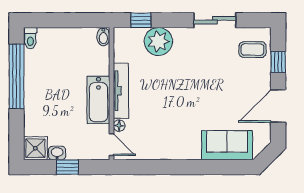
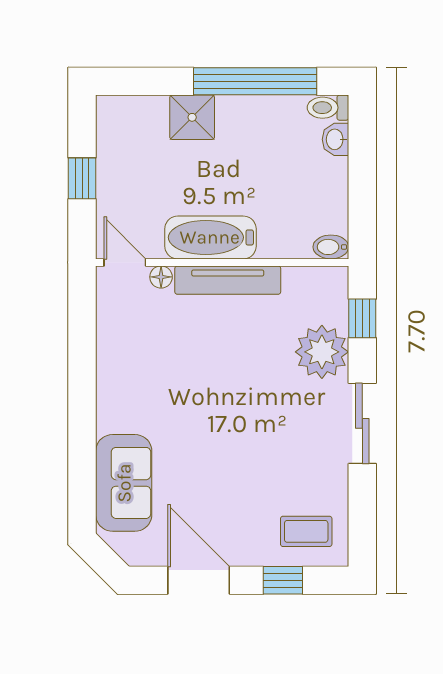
sliding door: (215, 20) -> (362, 423), moved
coffee table: (252, 50) -> (306, 531), turned 90
door: (111, 145) -> (125, 262), swing flipped
shower: (35, 148) -> (192, 117), moved
washbasin: (57, 153) -> (335, 139), moved, turned 180

